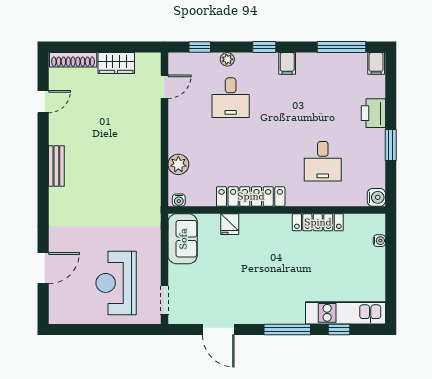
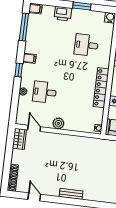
window: (200, 47) -> (14, 106), removed
wardrobe: (116, 63) -> (19, 139), moved
desk: (231, 98) -> (45, 92), turned 180
desk: (323, 161) -> (86, 45), turned 180
plant: (178, 164) -> (58, 123), moved

